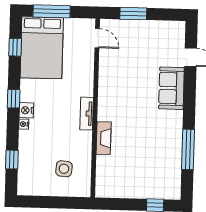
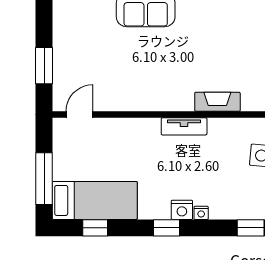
bed: (42, 48) -> (95, 200), width x0.67

